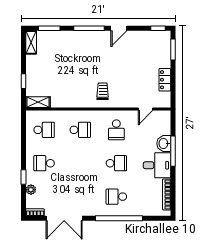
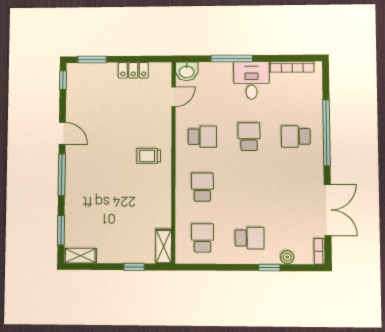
door: (145, 109) -> (174, 97), hinge flipped
washbasin: (164, 144) -> (187, 71), moved
school desk: (44, 163) -> (250, 238), turned -90
school desk: (116, 197) -> (296, 136), turned 90

